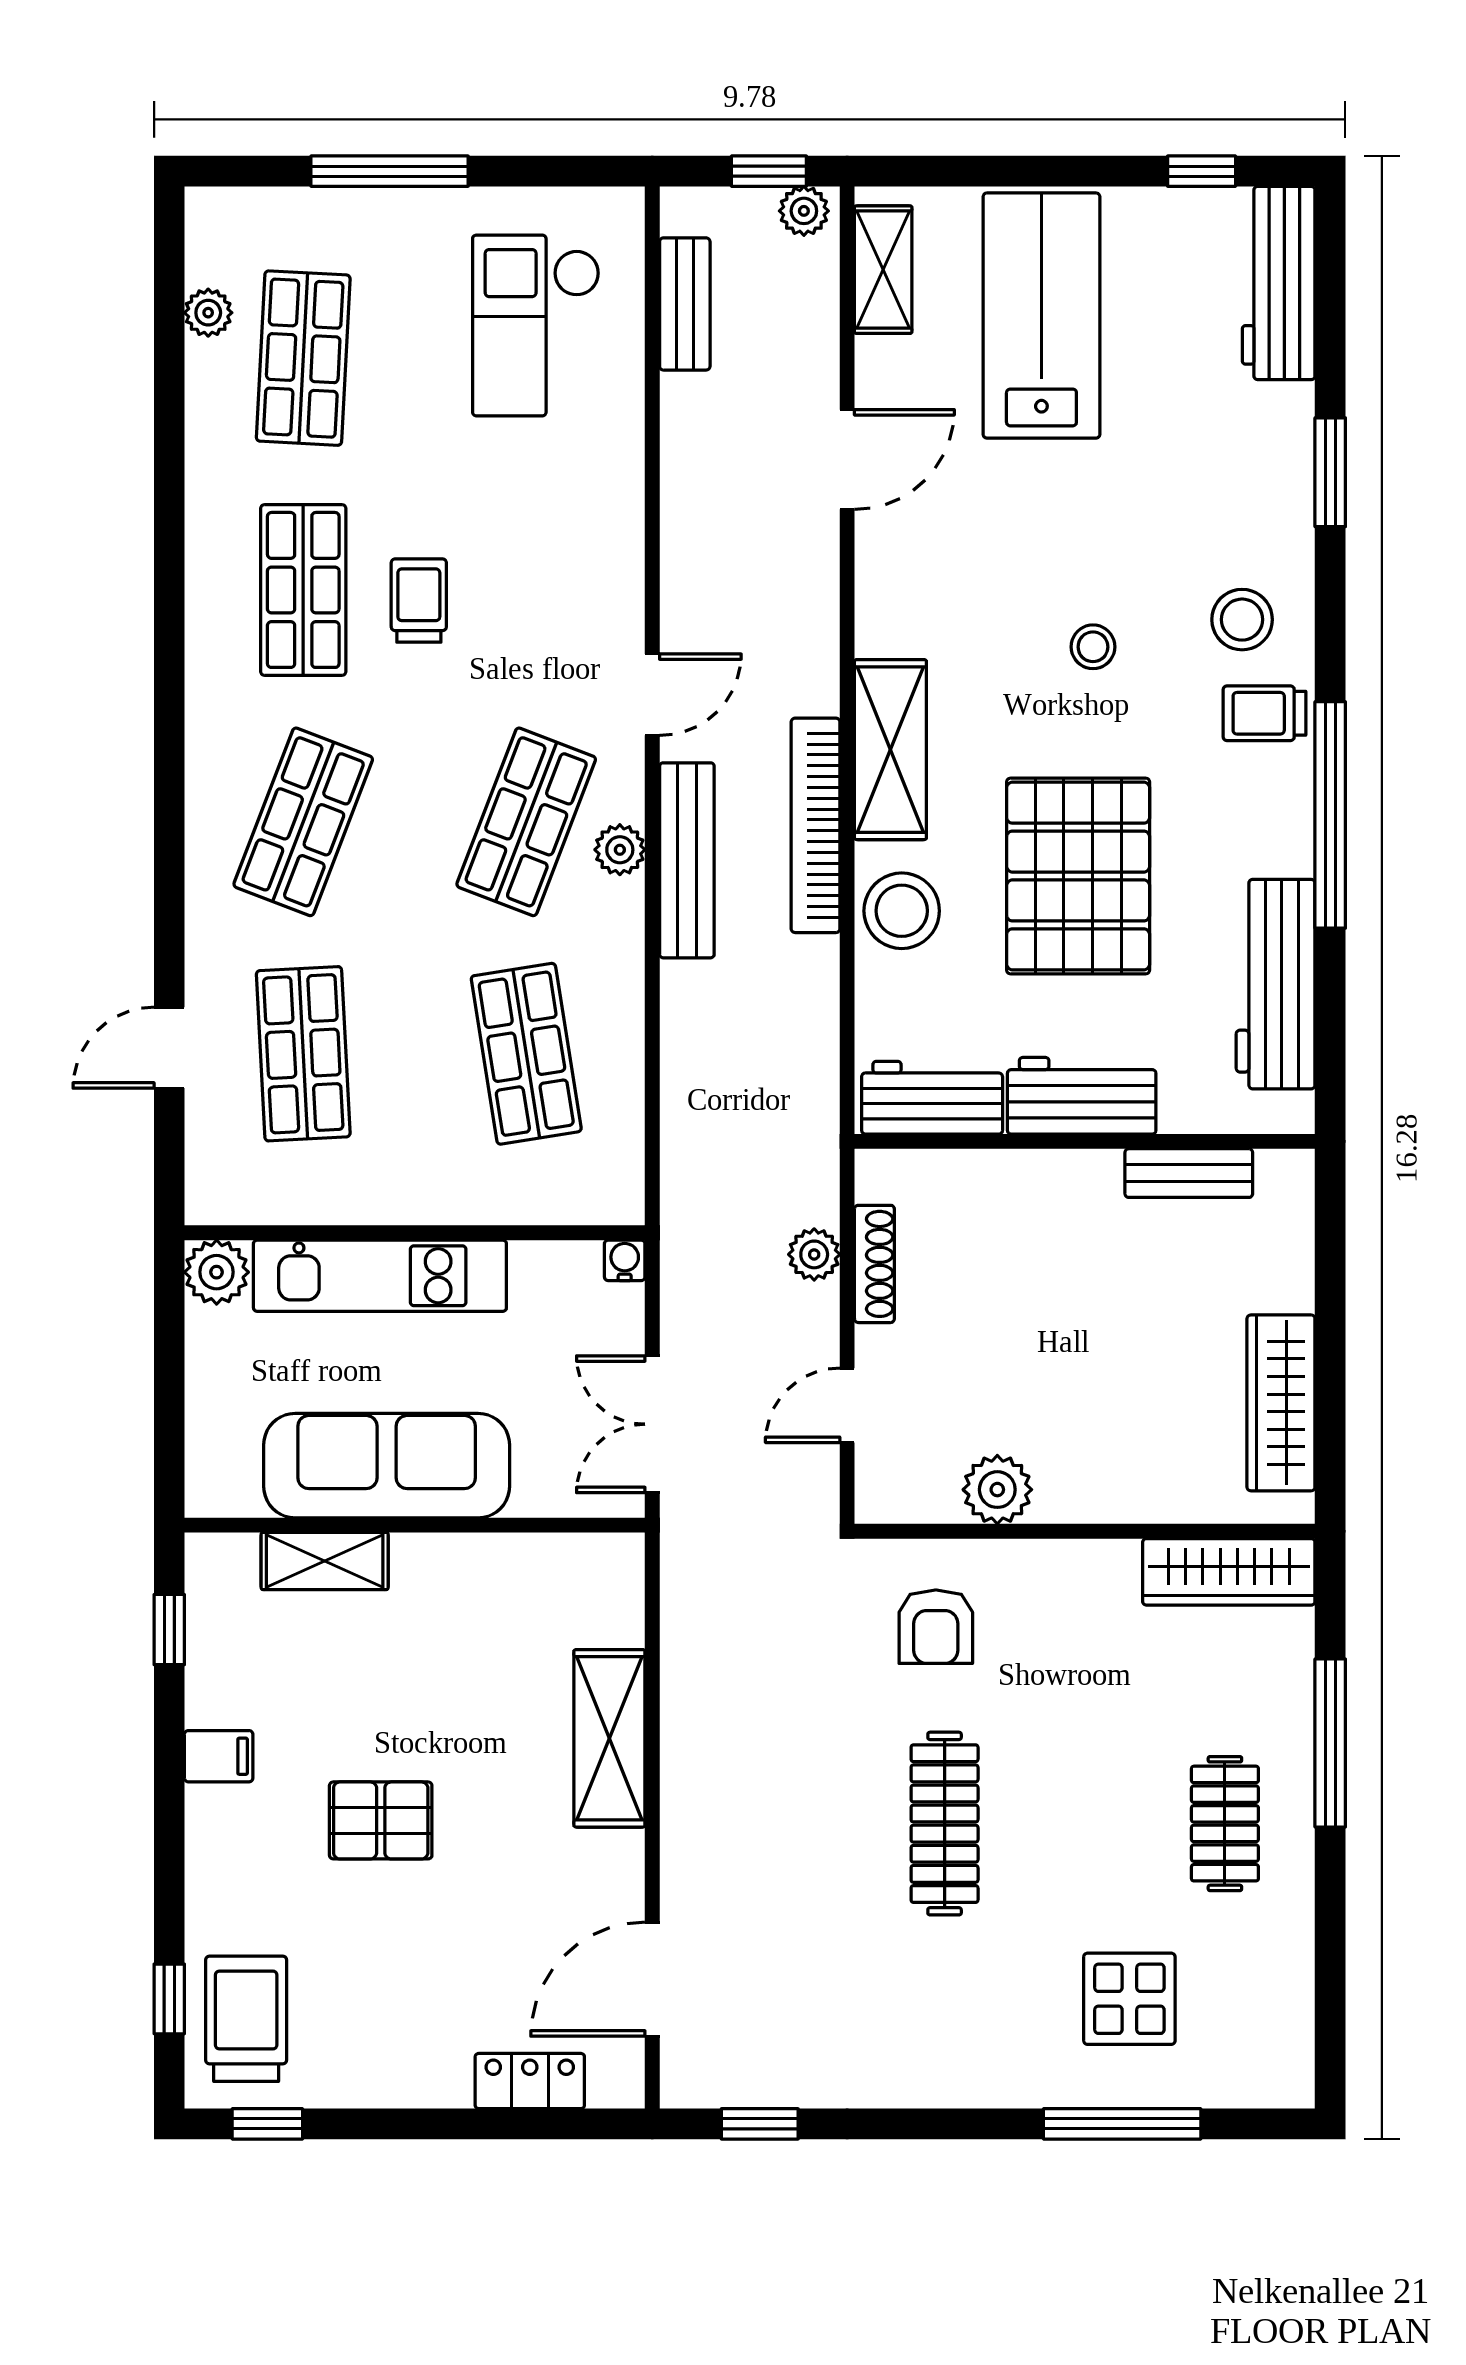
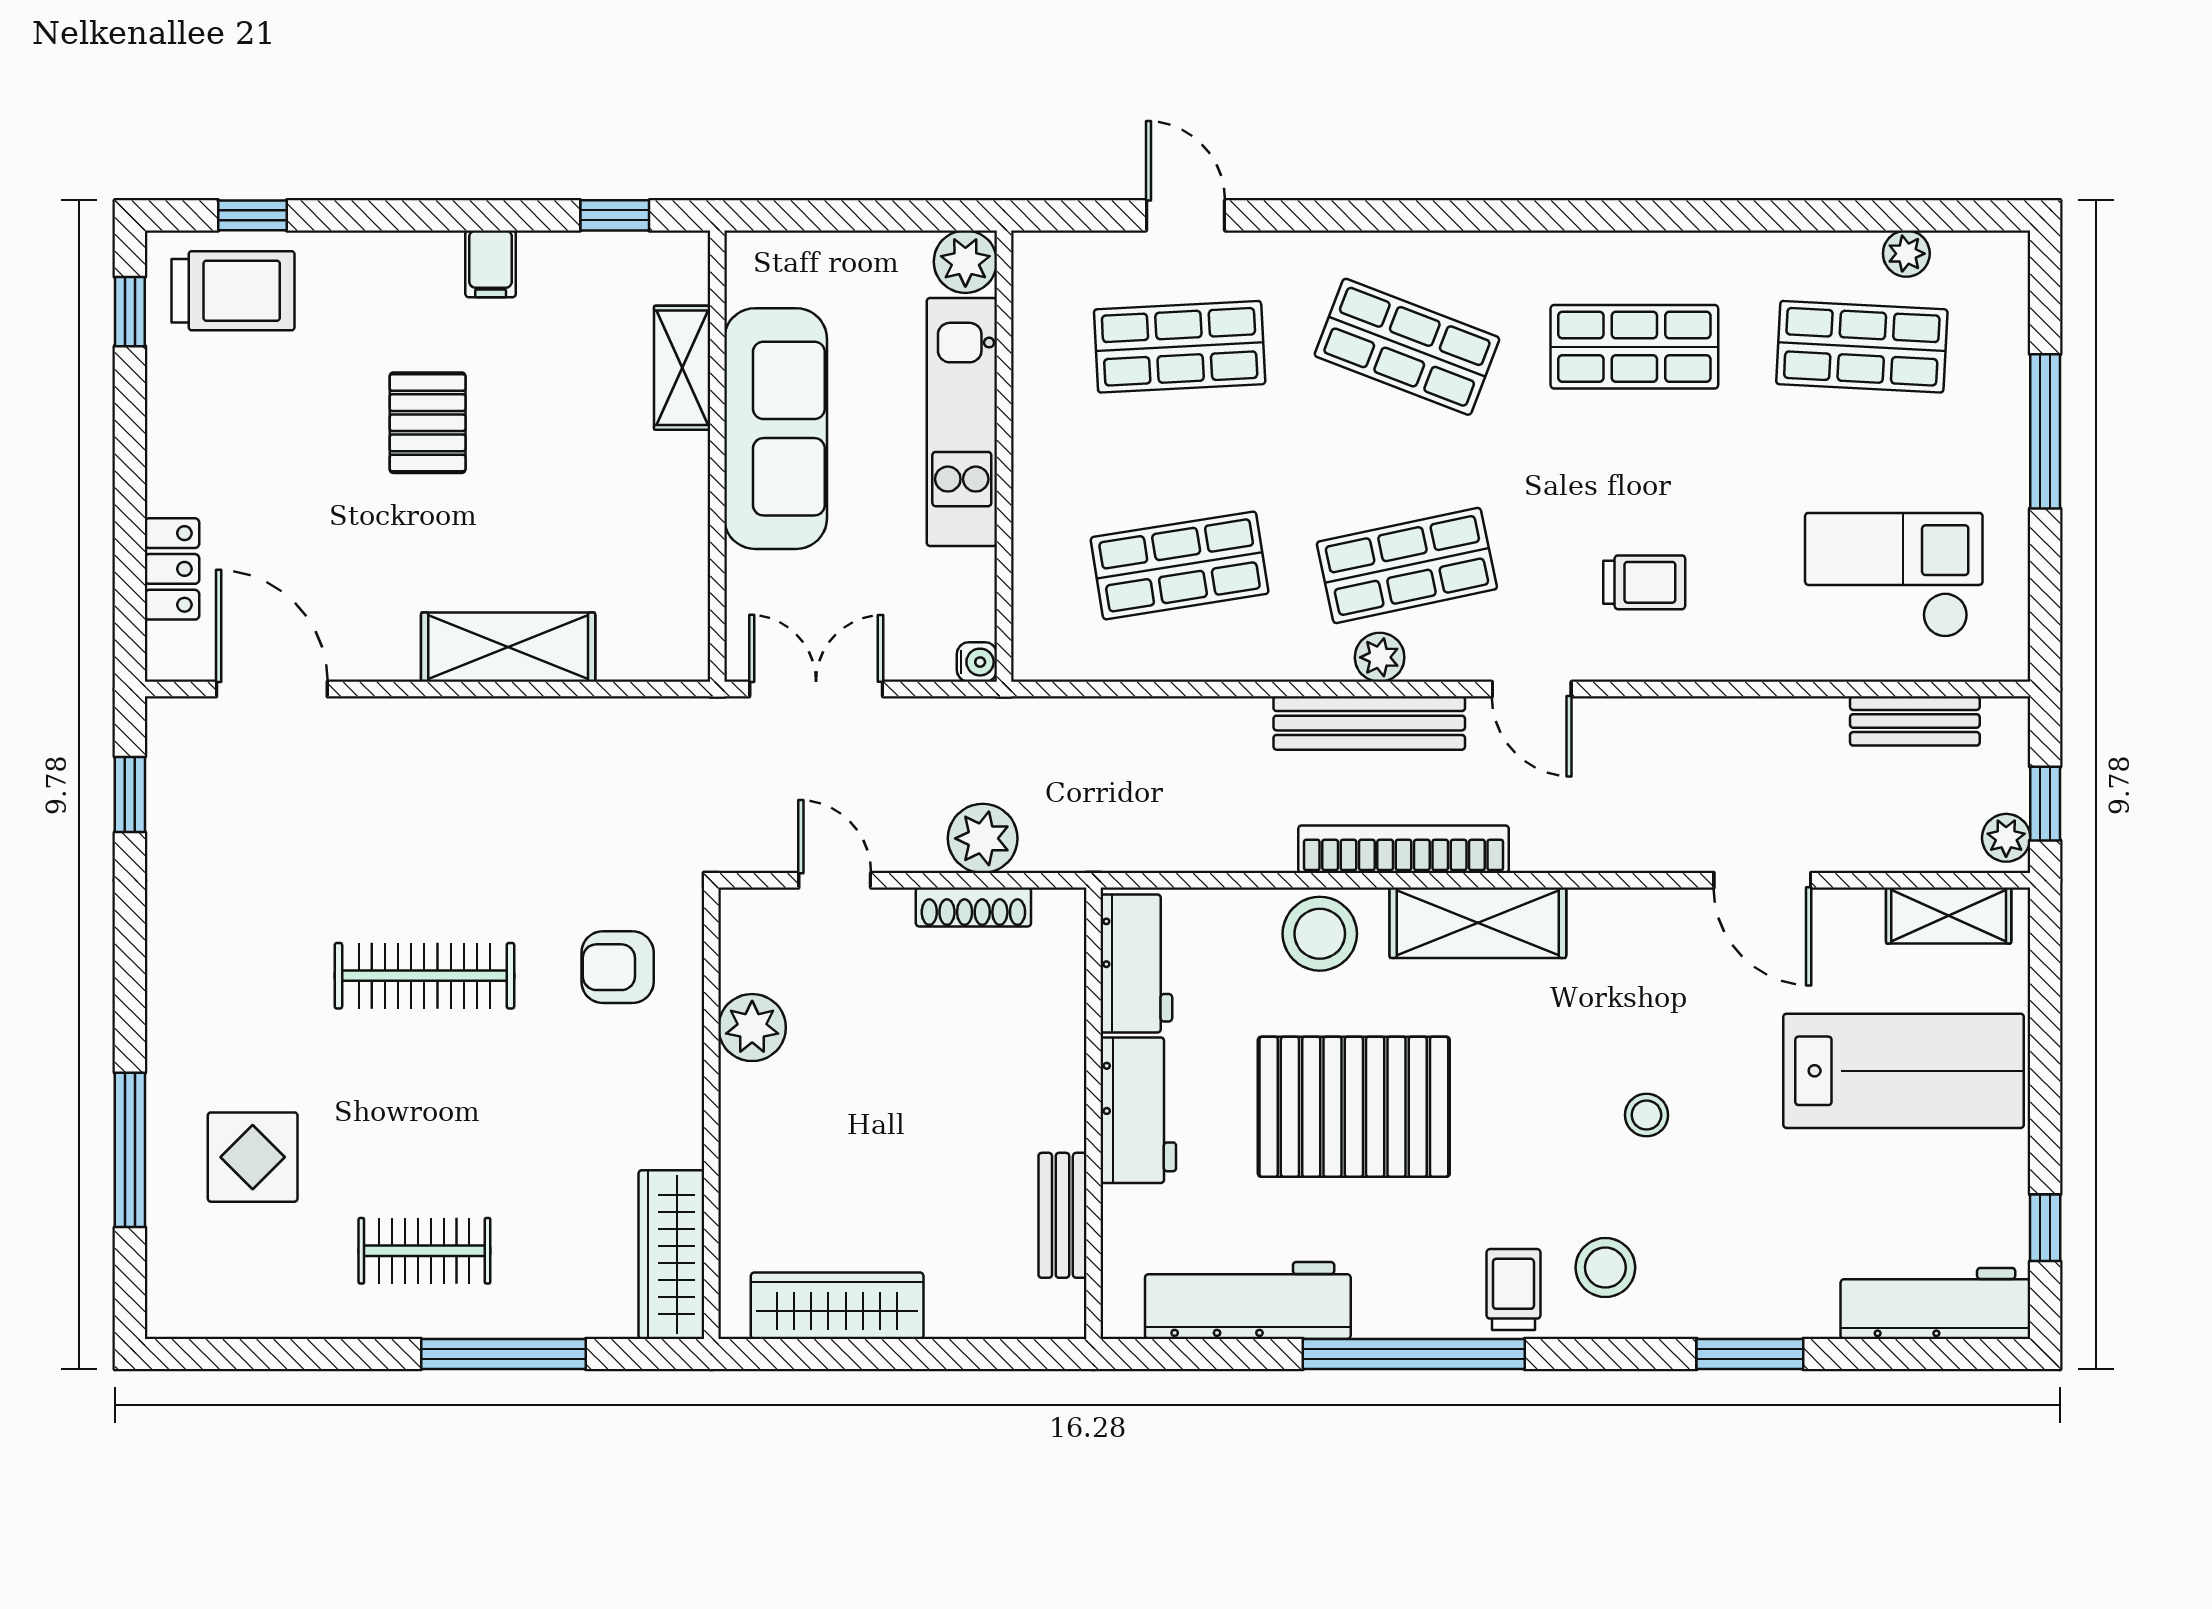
trolley: (419, 601) -> (1644, 582), moved
stool: (1093, 647) -> (1646, 1115), moved
shop shelf: (526, 822) -> (1407, 565), turned -33
plant: (814, 1254) -> (983, 838), width x1.38, depth x1.38

